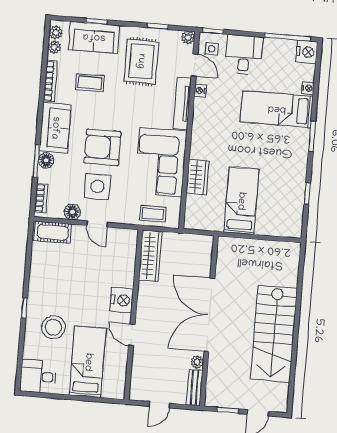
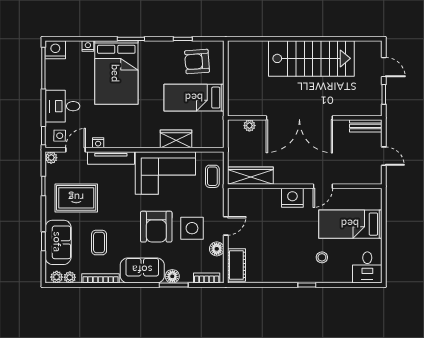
bed: (277, 109) -> (116, 73), width x1.50
armchair: (281, 207) -> (197, 61), added
stool: (53, 327) -> (322, 257), width x0.53, depth x0.53
plant: (197, 362) -> (249, 126), moved

